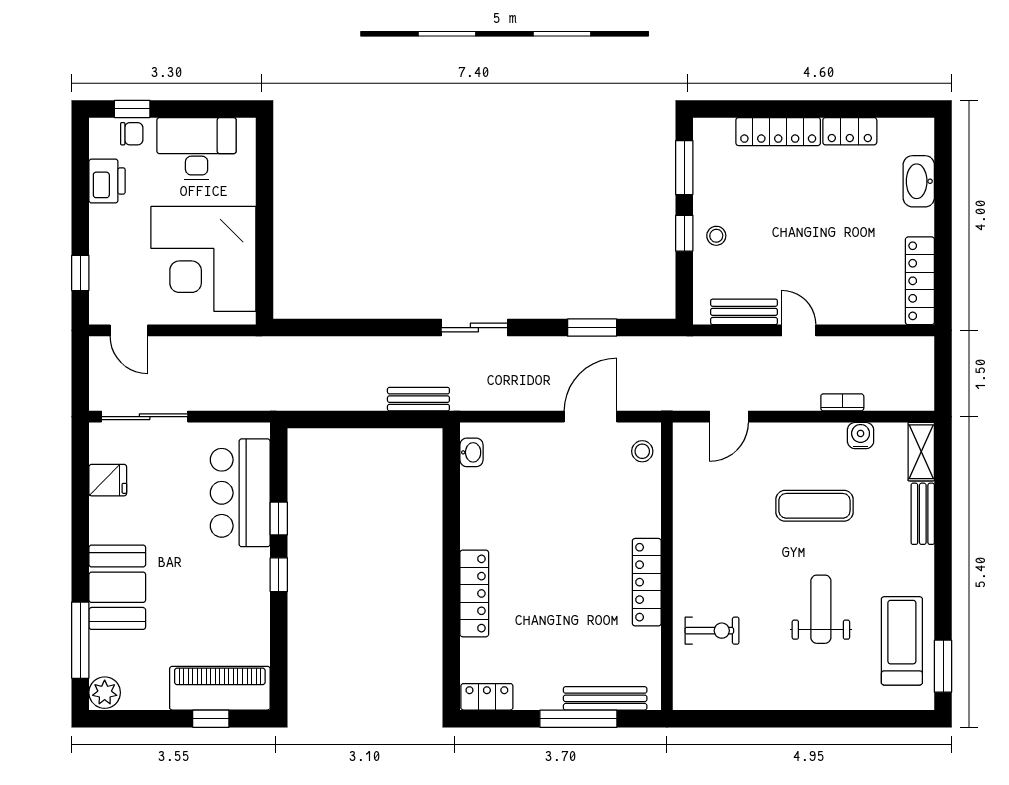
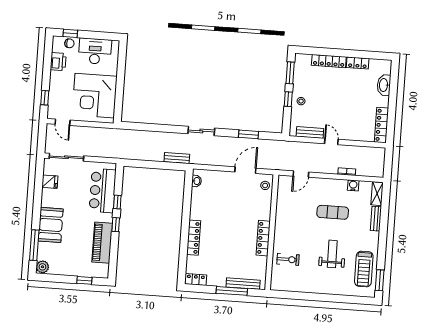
treadmill: (902, 641) -> (364, 269), turned 180
piano: (220, 688) -> (102, 243), moved, turned -90

